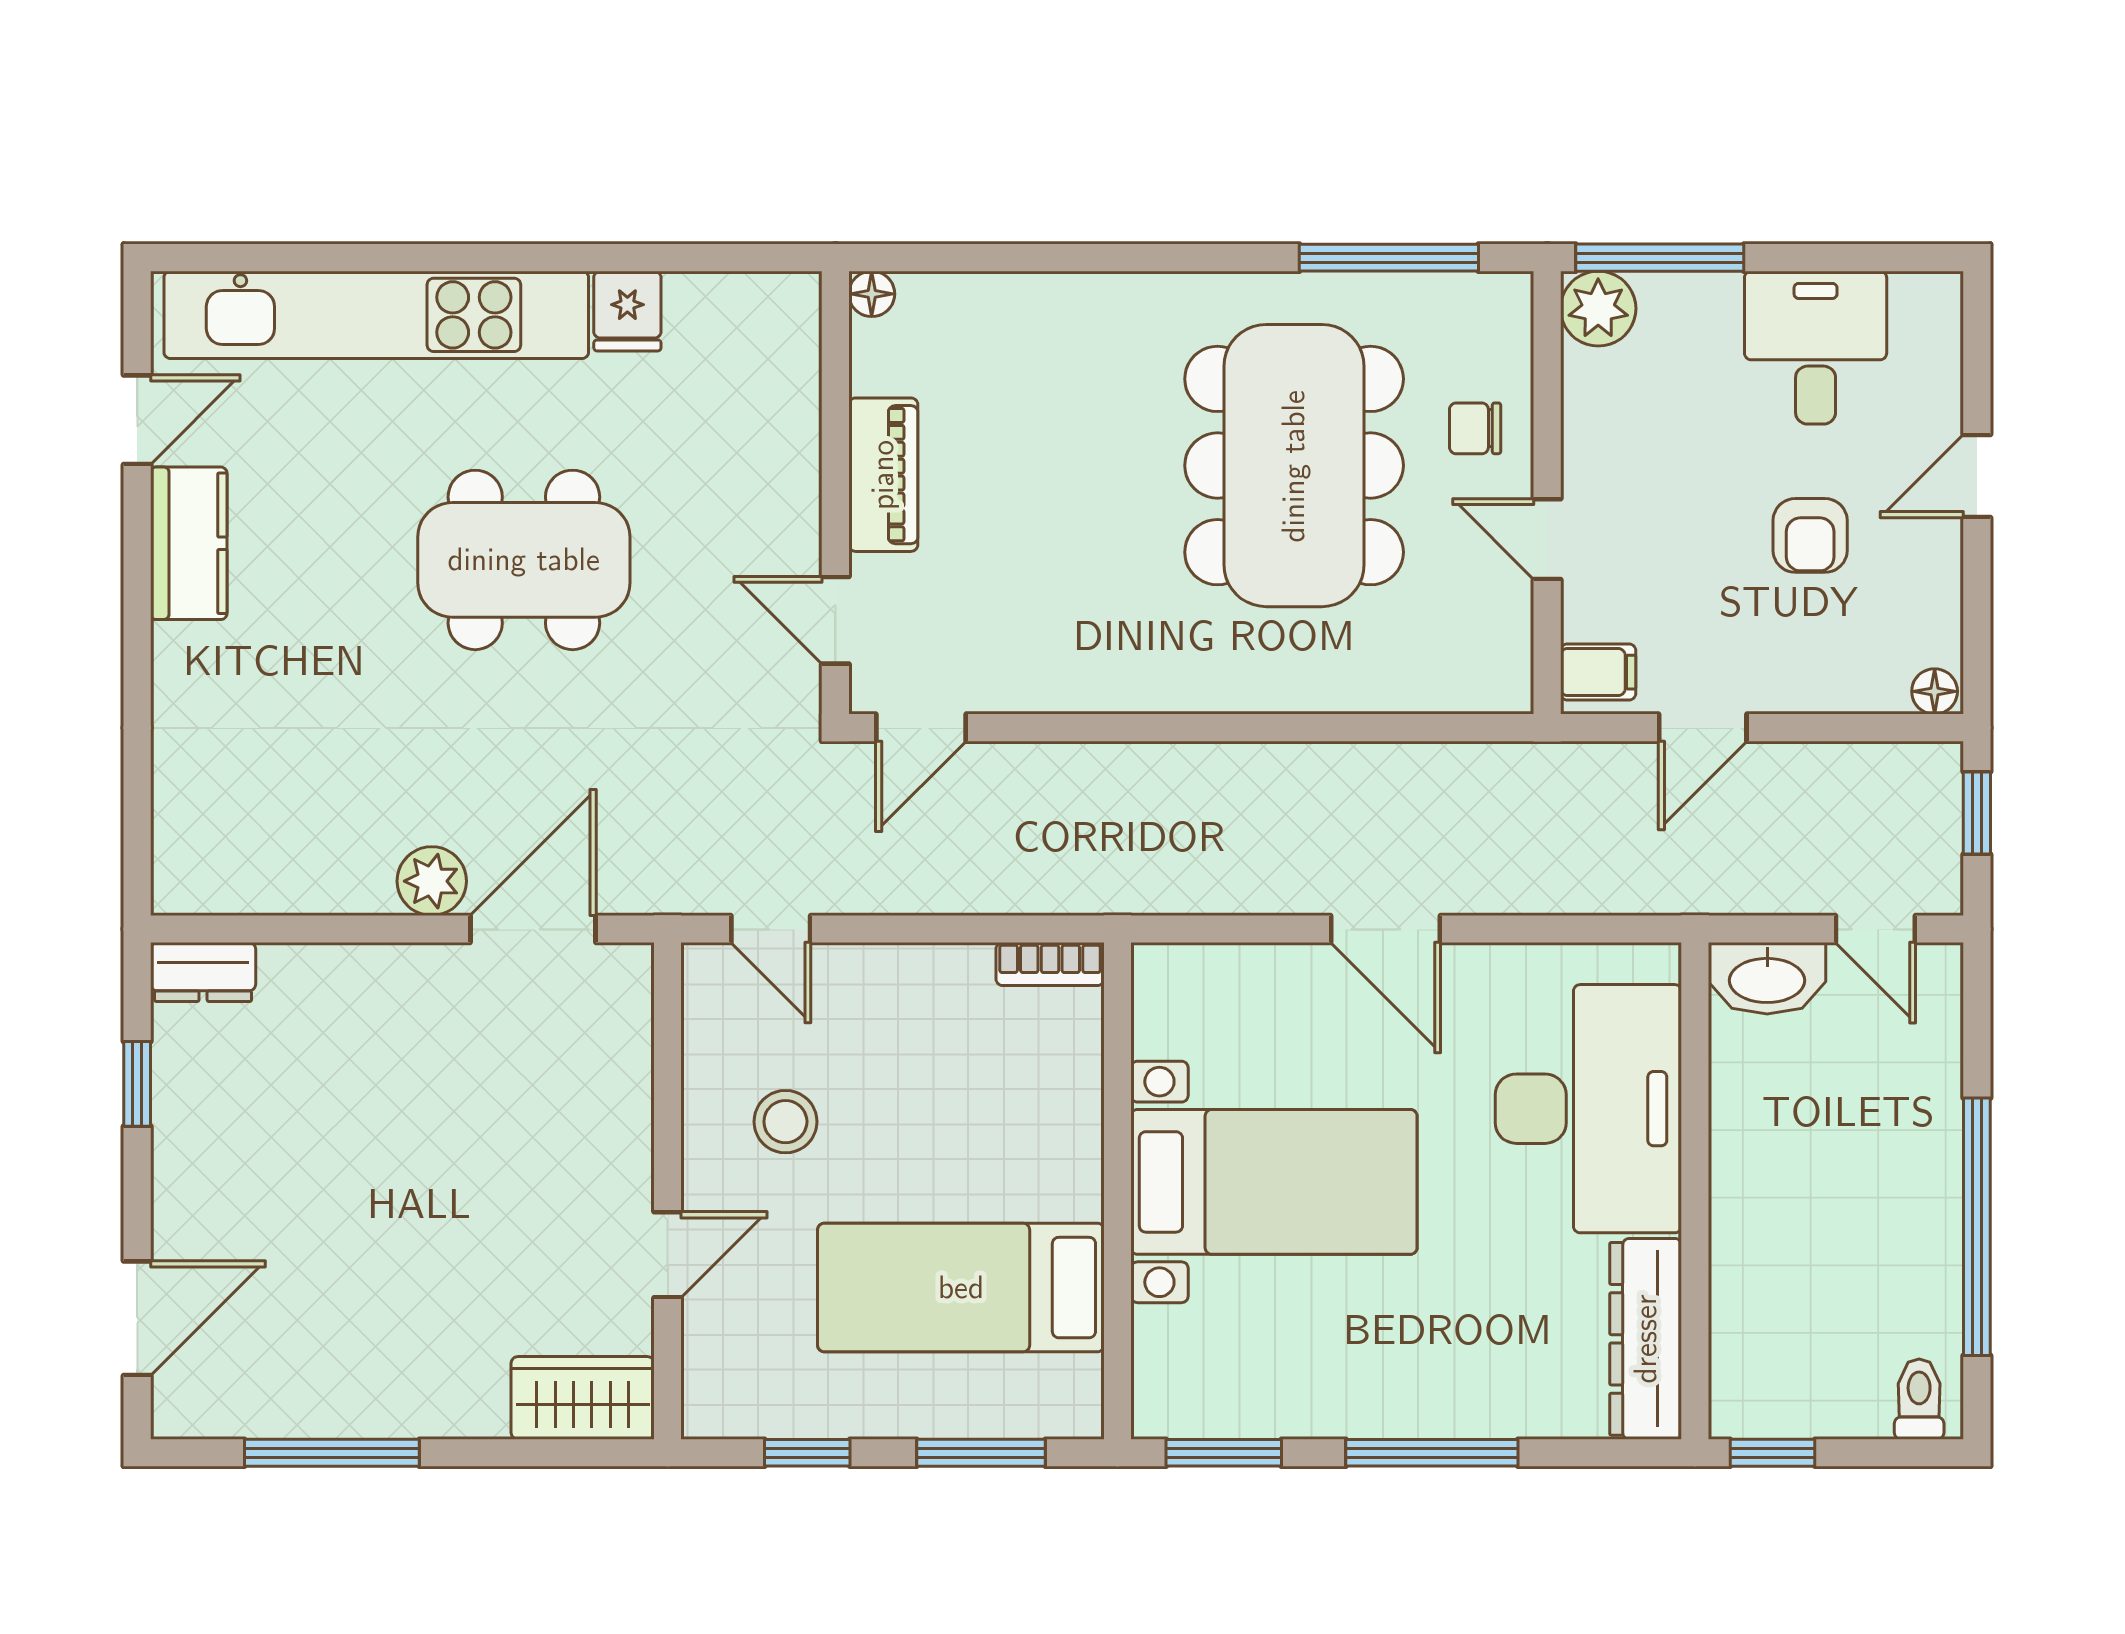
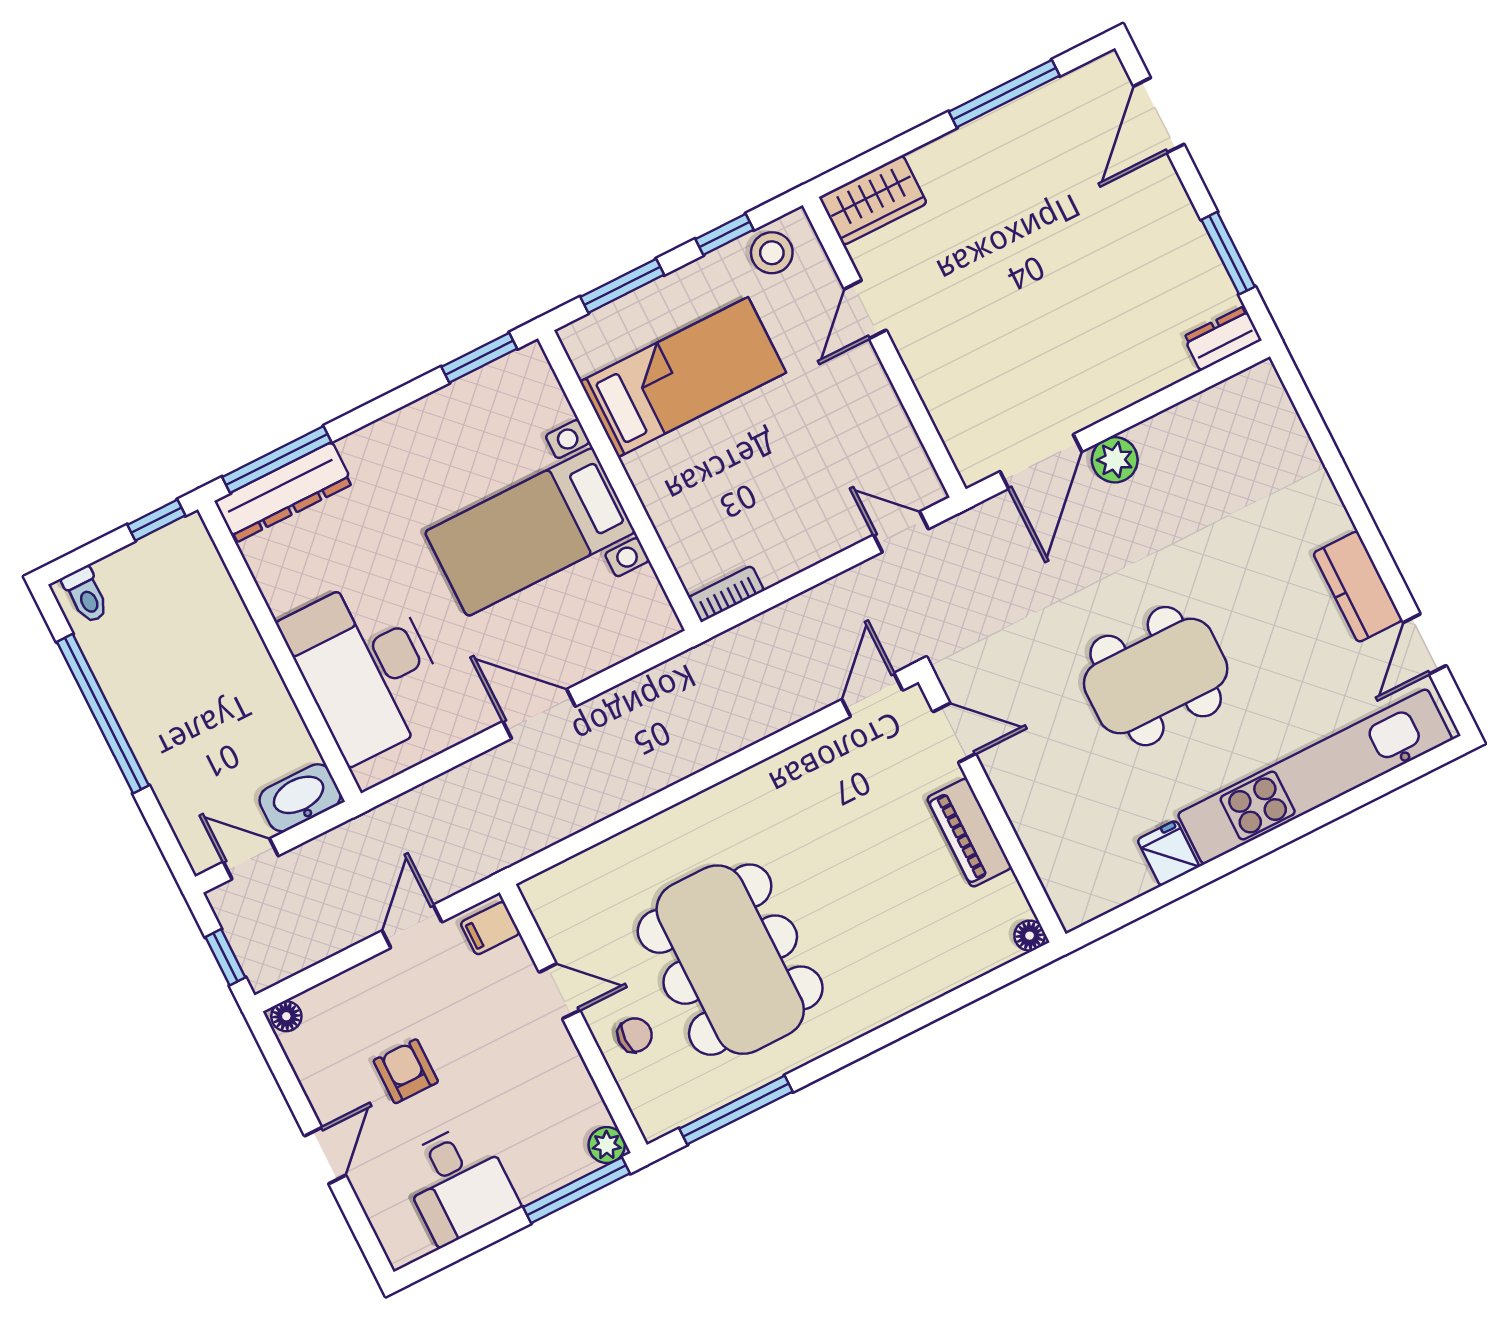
plant: (1598, 309) -> (607, 1145), width x0.73, depth x0.73
window: (137, 1084) -> (1228, 253), width x1.50
stool: (785, 1122) -> (772, 253), moved
dresser: (1646, 1339) -> (284, 492), moved, turned 90
window: (1432, 1453) -> (277, 460), moved

